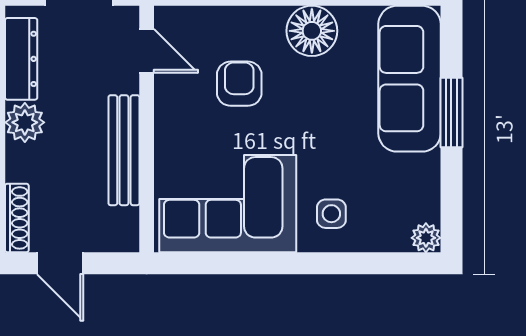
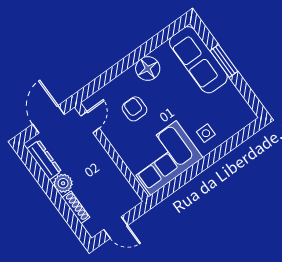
door: (147, 51) -> (90, 122), hinge flipped
bench: (124, 150) -> (109, 166), removed
shoe rack: (17, 218) -> (76, 207), moved
plant: (426, 238) -> (249, 116), removed

